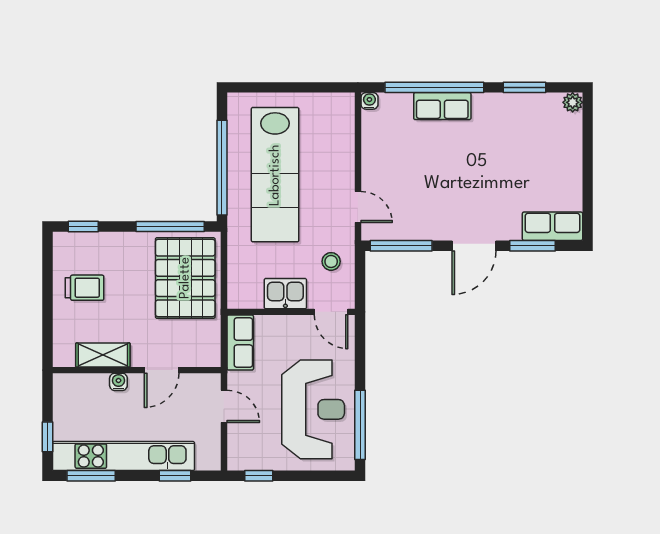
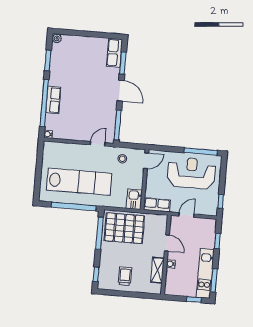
kitchen sink: (285, 294) -> (134, 199), moved
kitchen unit: (123, 456) -> (205, 273), width x0.73

